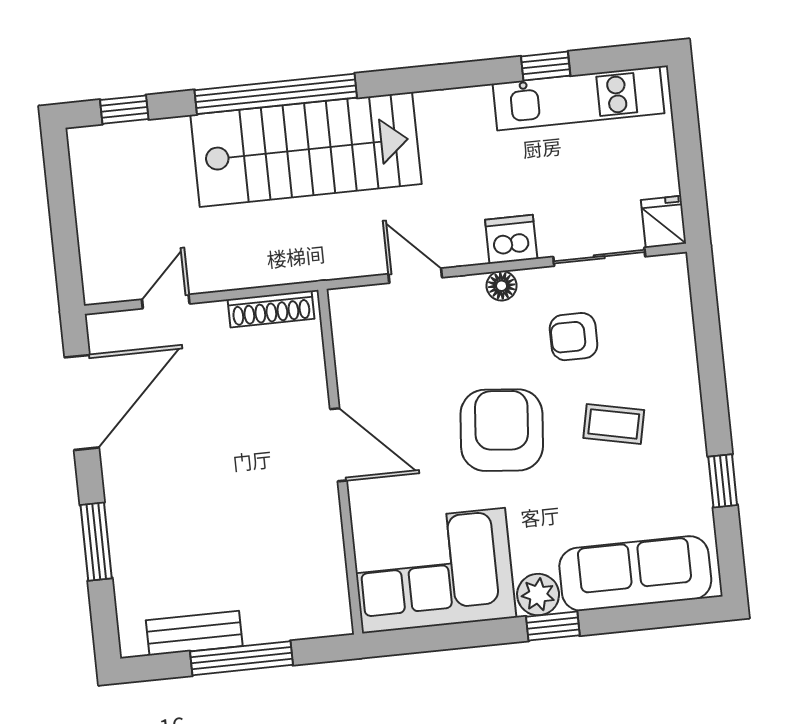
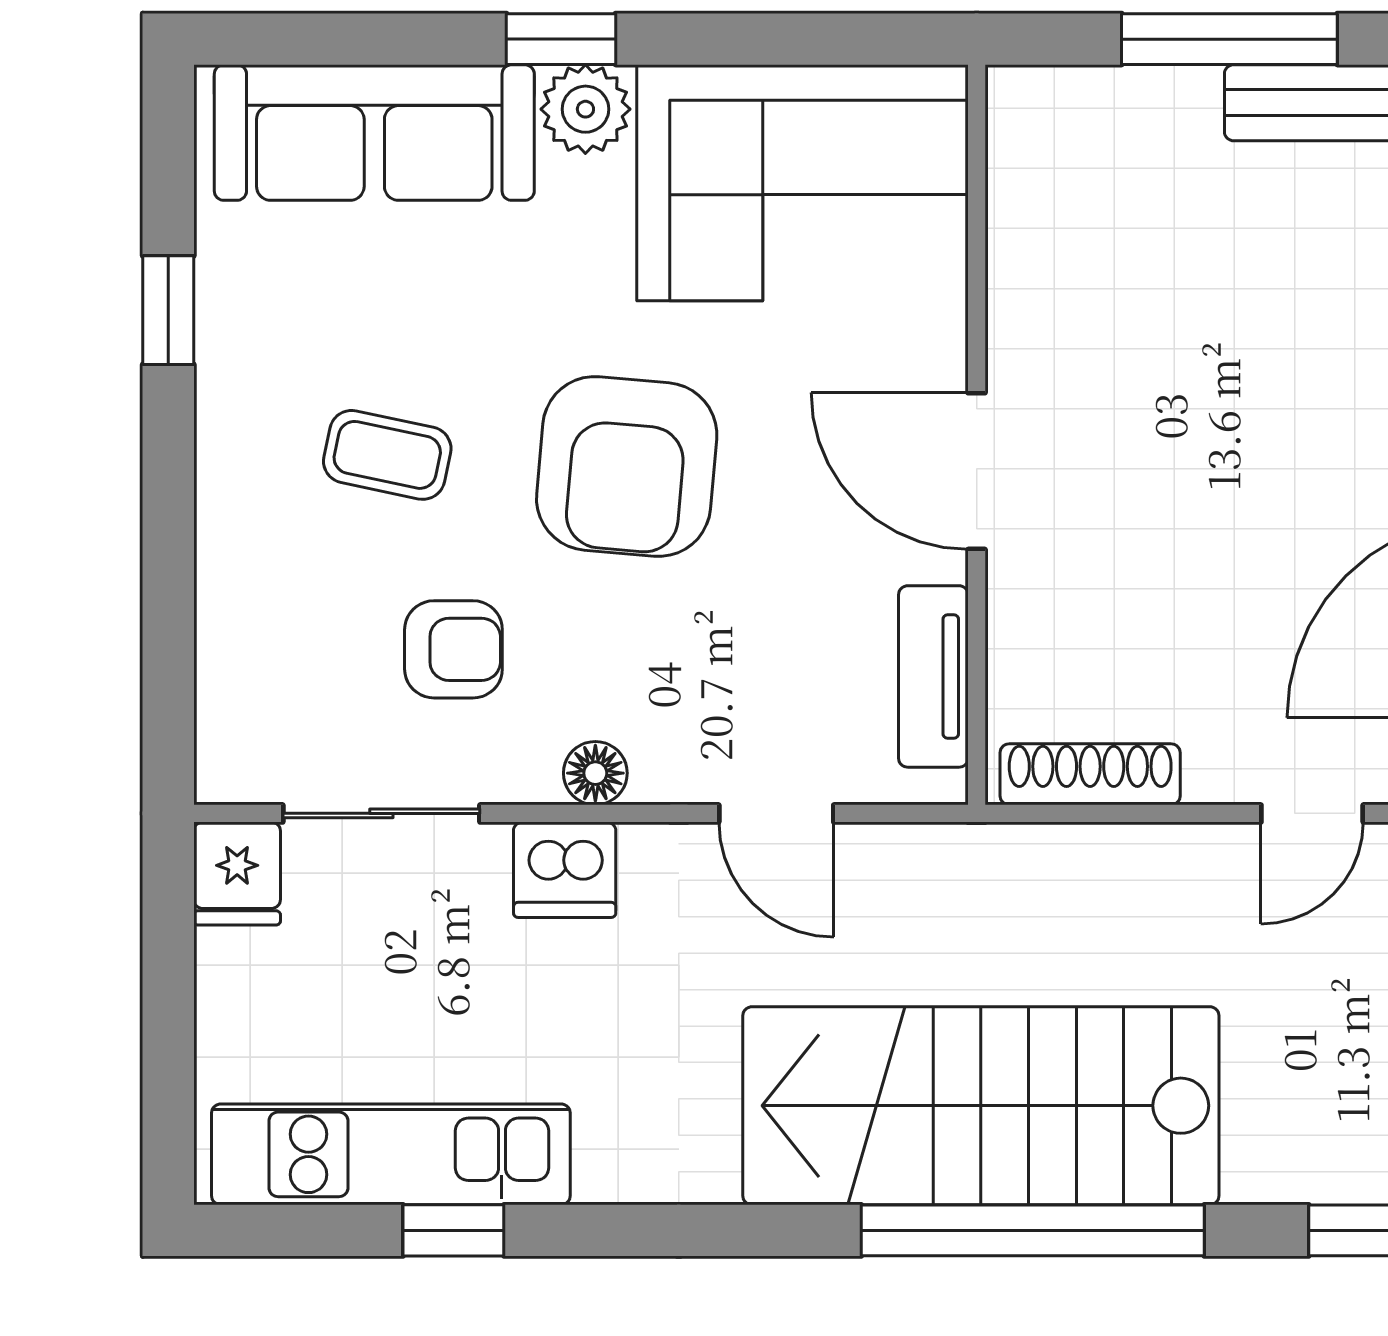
tv unit: (349, 347) -> (933, 676), added

